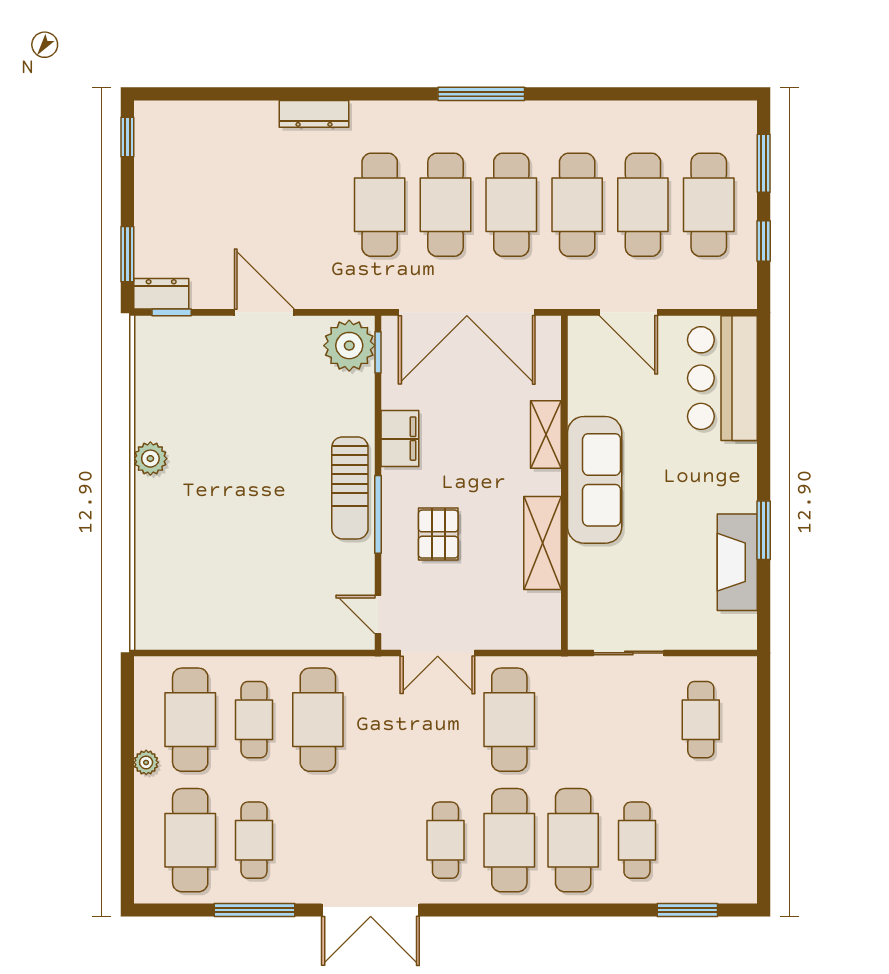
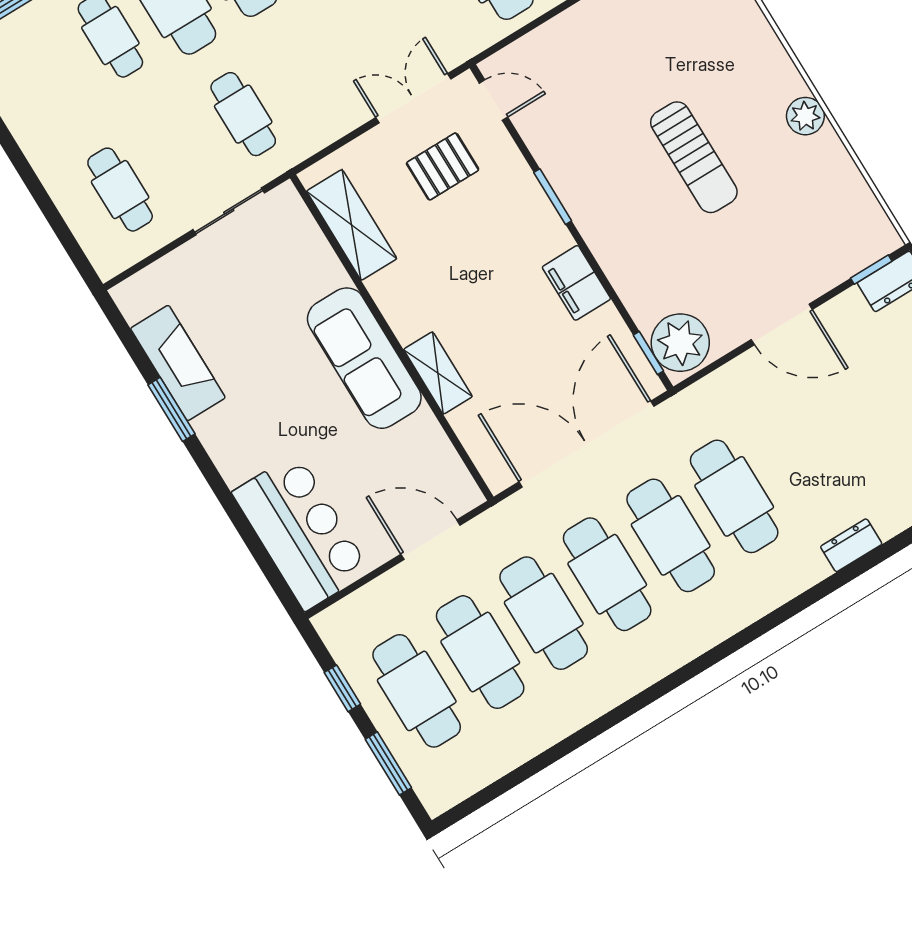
window: (481, 94) -> (702, 663), removed
dresser: (314, 114) -> (851, 545), width x0.70
sun lounger: (350, 488) -> (694, 157), moved, turned 180
window: (378, 514) -> (553, 197), width x0.69
pallet: (438, 534) -> (443, 166), moved, turned 90
shelving: (543, 543) -> (352, 225), moved
cafe table: (509, 720) -> (243, 114), moved, width x0.73, depth x0.74

